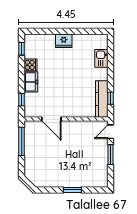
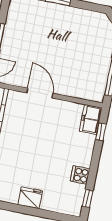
freezer: (31, 82) -> (91, 119), moved
door: (51, 119) -> (40, 93), moved

